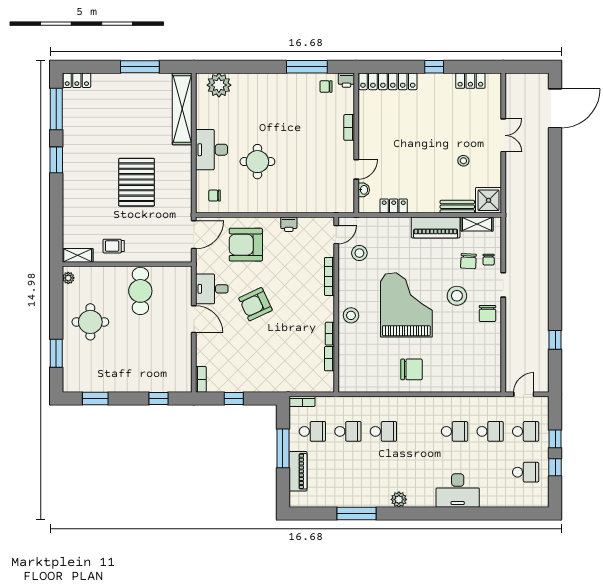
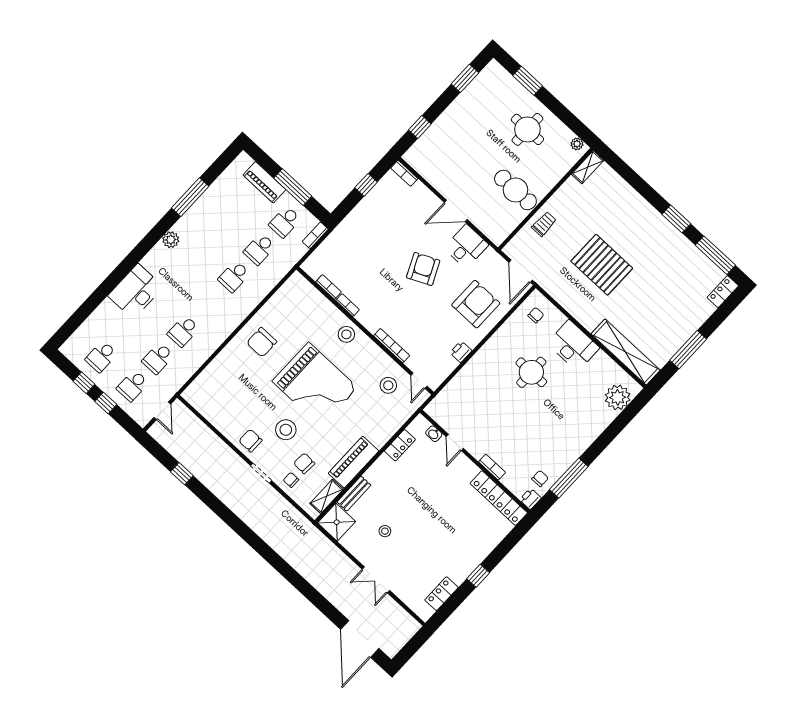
locker: (388, 81) -> (499, 498), moved, turned -90
trolley: (114, 246) -> (544, 224), moved

